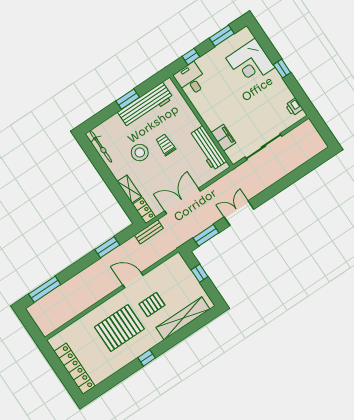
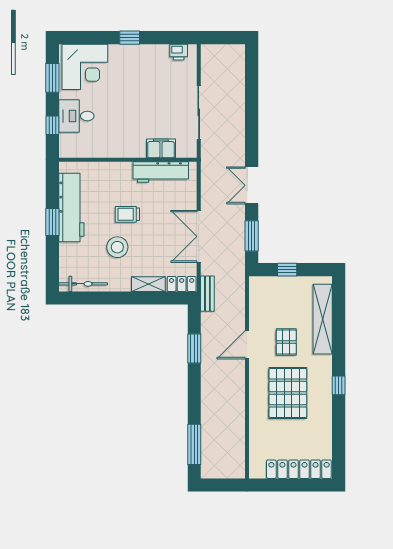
corner desk: (250, 63) -> (85, 67), moved
desk: (191, 79) -> (76, 116), moved

